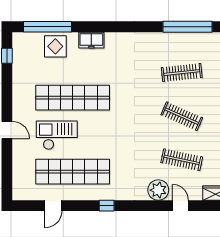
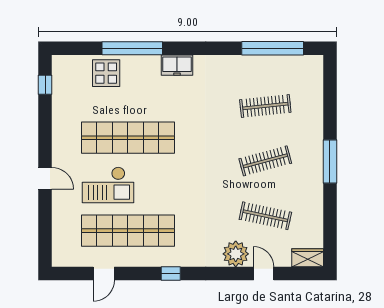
window: (47, 27) -> (132, 48), moved
freezer: (91, 40) -> (177, 65), moved
clothes rail: (182, 116) -> (265, 161), turned -39
checkout: (57, 135) -> (108, 185), turned 180

